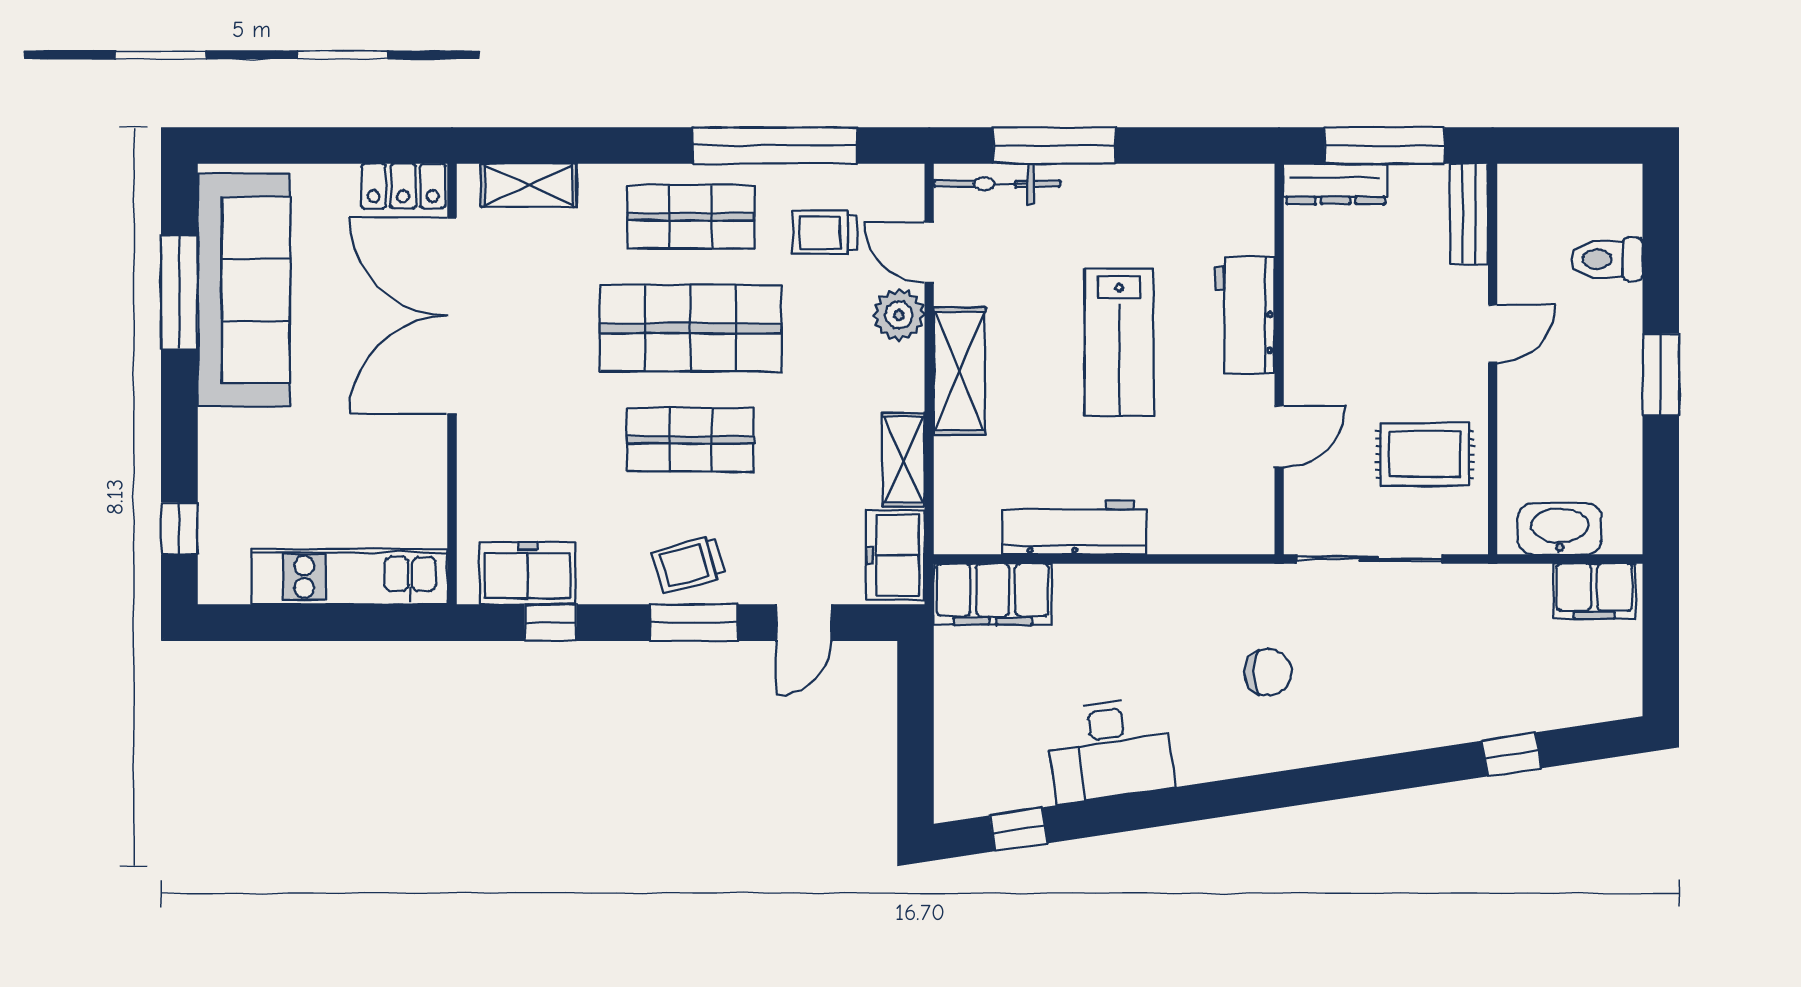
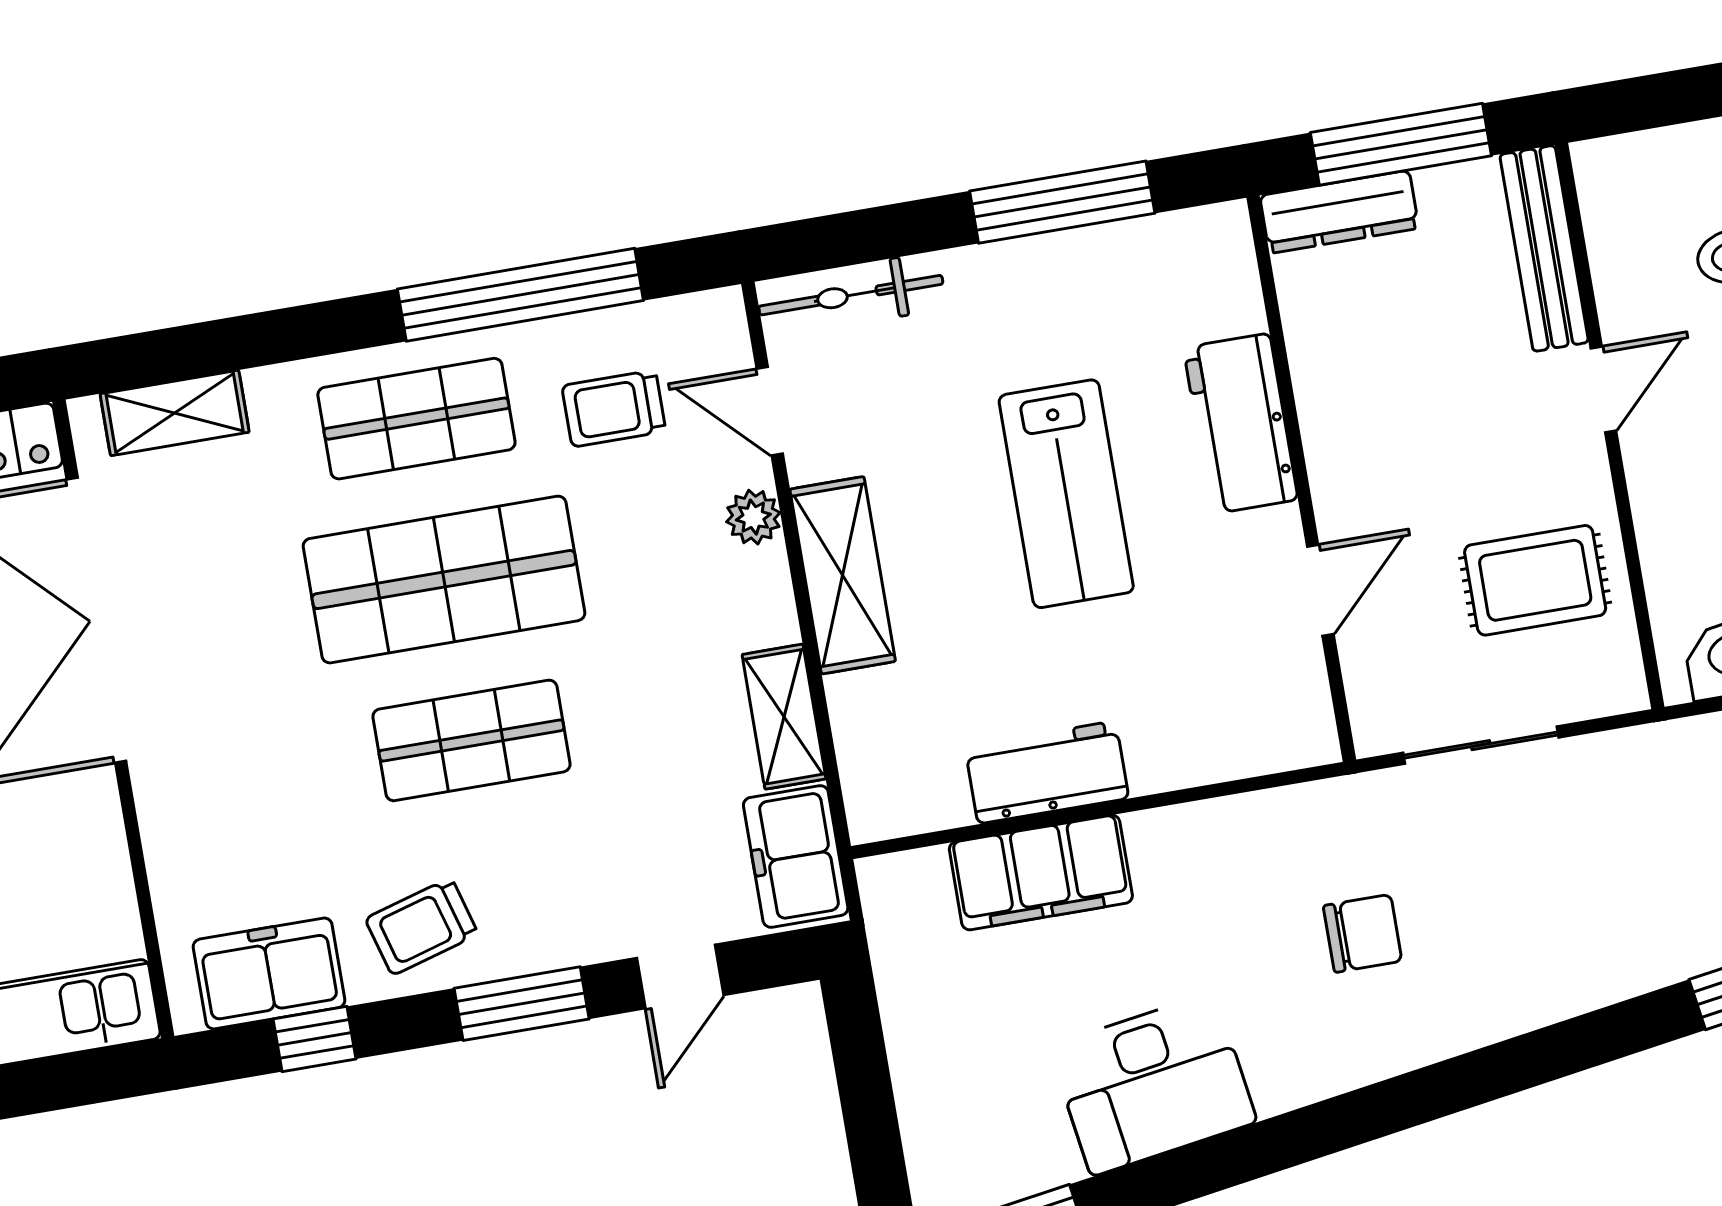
window: (1054, 145) -> (1062, 202), moved
bench: (1469, 214) -> (1544, 248), width x1.36
plant: (899, 315) -> (753, 517), width x0.73, depth x0.73
workbench: (1074, 527) -> (1047, 772), width x0.73
sliding door: (1369, 559) -> (1481, 745), width x0.73
trolley: (689, 564) -> (422, 926), moved
filing cabinet: (993, 594) -> (1041, 872), moved

